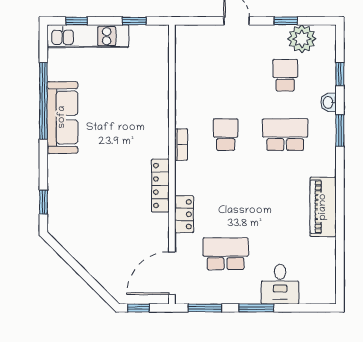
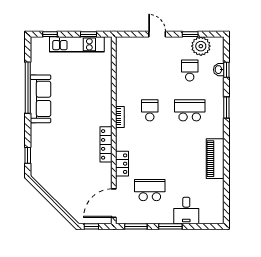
kitchen unit: (88, 36) -> (77, 44), moved
washbasin: (329, 102) -> (219, 70), moved

